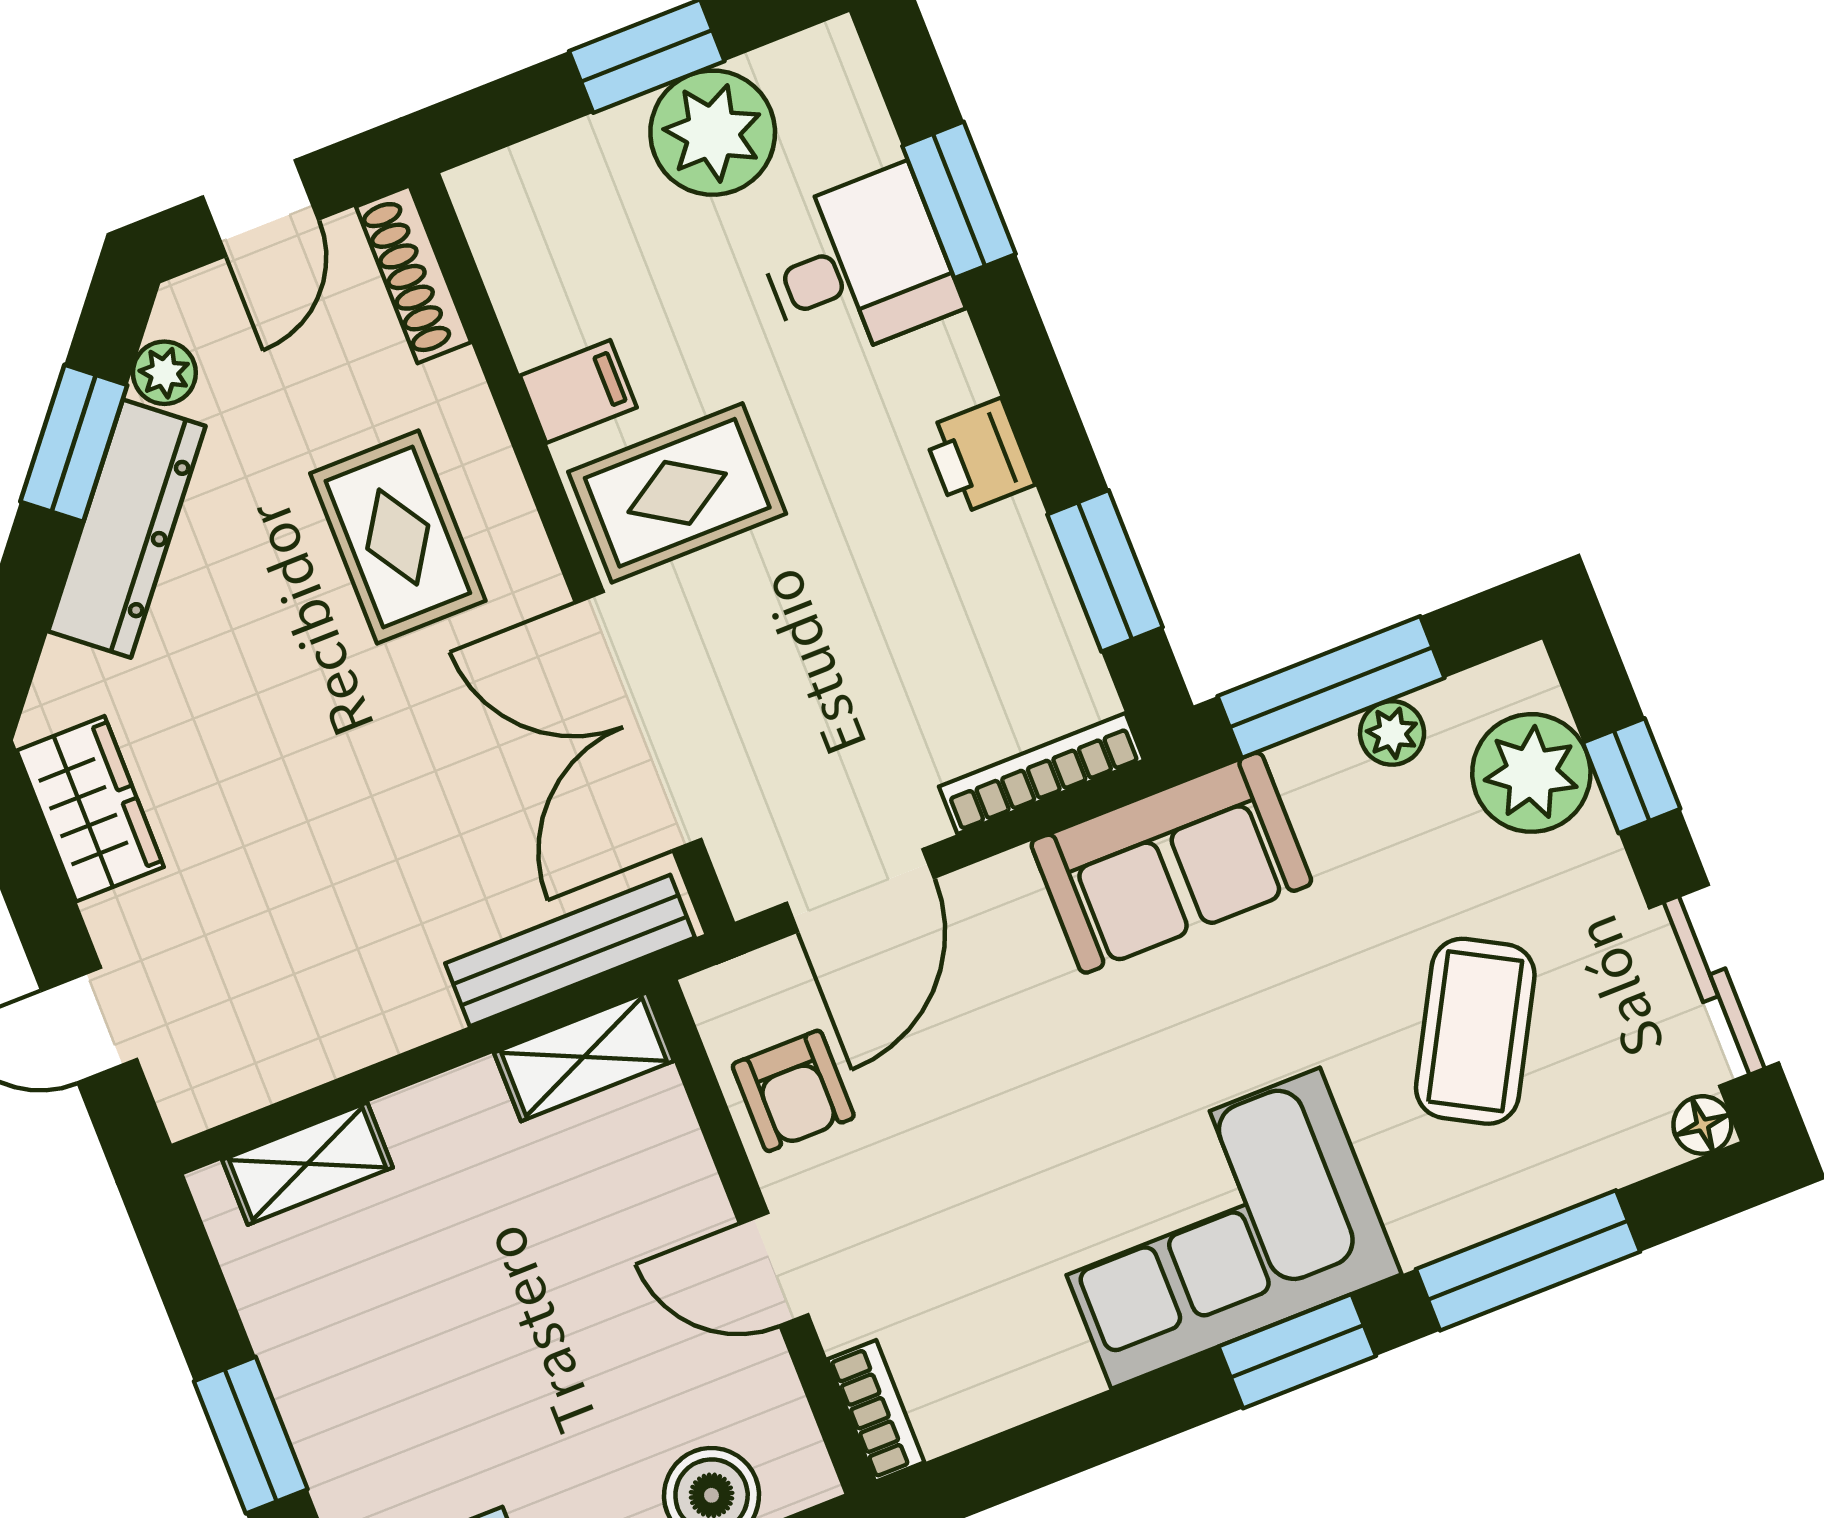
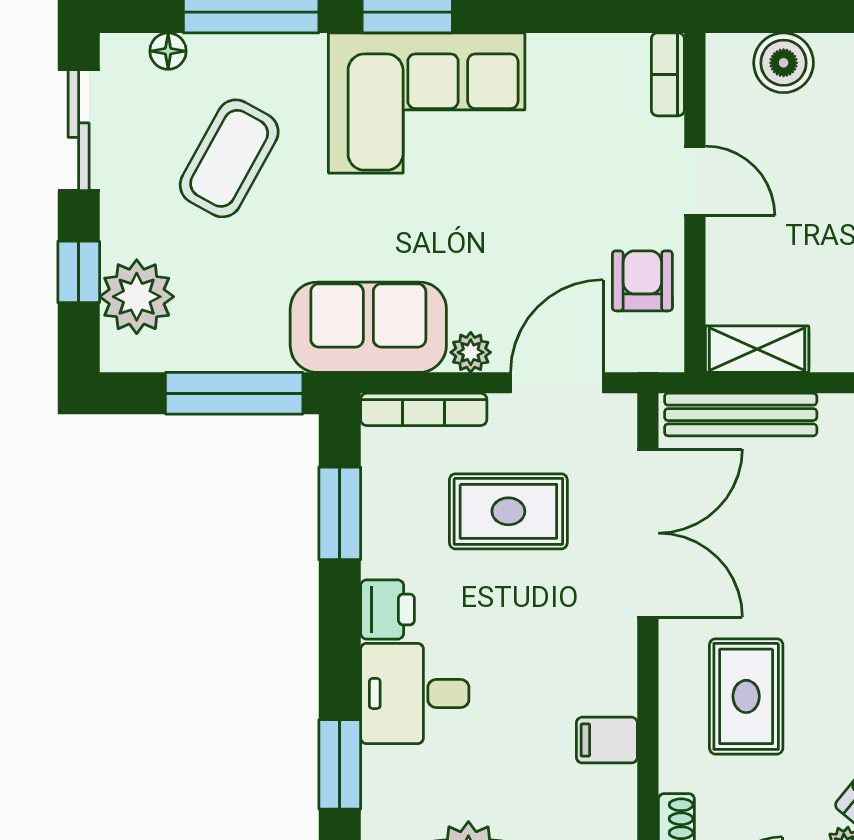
desk: (857, 266) -> (415, 693), moved
rug: (677, 493) -> (508, 511), moved
plant: (1392, 733) -> (471, 352), moved
floor lamp: (1702, 1125) -> (168, 51), moved

